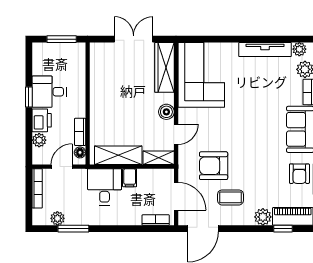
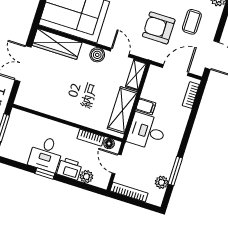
armchair: (214, 166) -> (159, 28), turned 90

